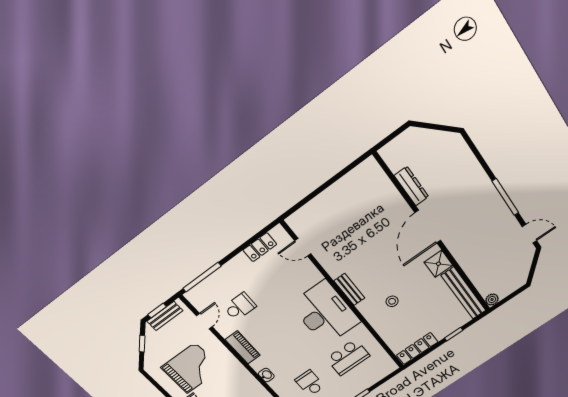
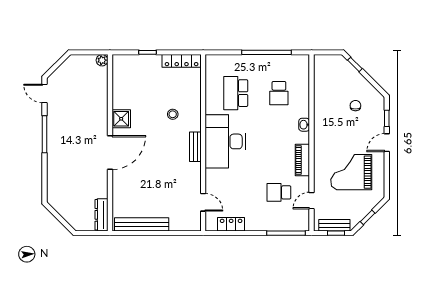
dresser: (411, 186) -> (102, 215), moved
bench: (464, 293) -> (142, 224), moved, turned 90
school desk: (348, 357) -> (236, 93), turned -90

